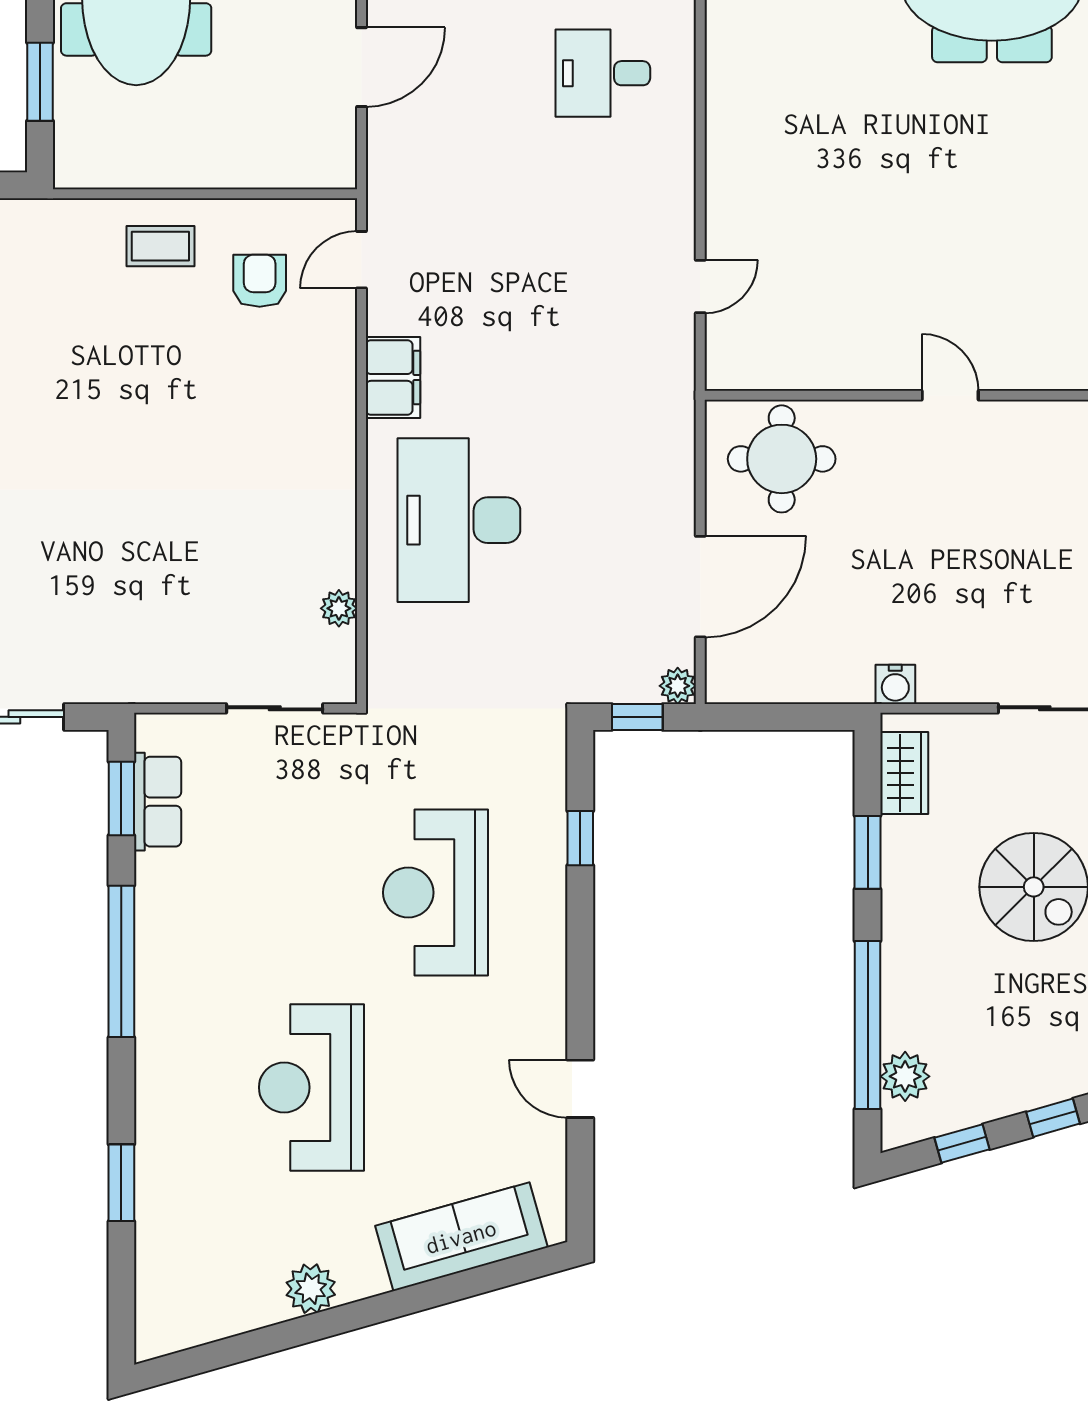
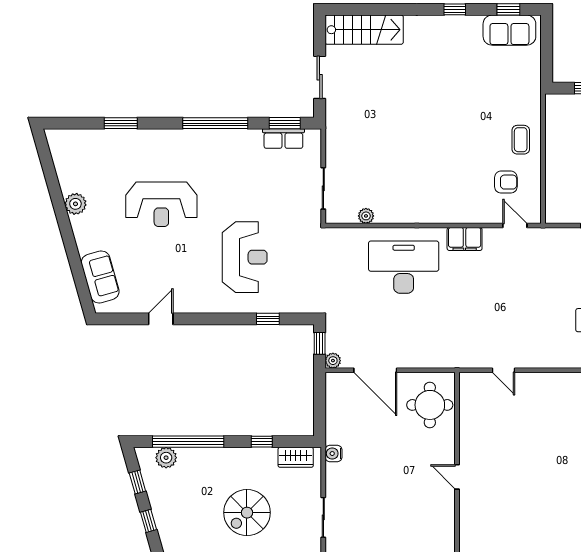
door: (950, 395) -> (457, 477), swing flipped
window: (868, 852) -> (262, 442), width x0.67
reception desk: (435, 893) -> (245, 257), turned 90
reception desk: (311, 1087) -> (161, 204), turned 180
sofa: (461, 1237) -> (100, 277), width x0.73

